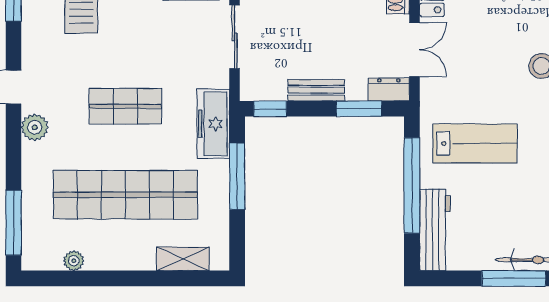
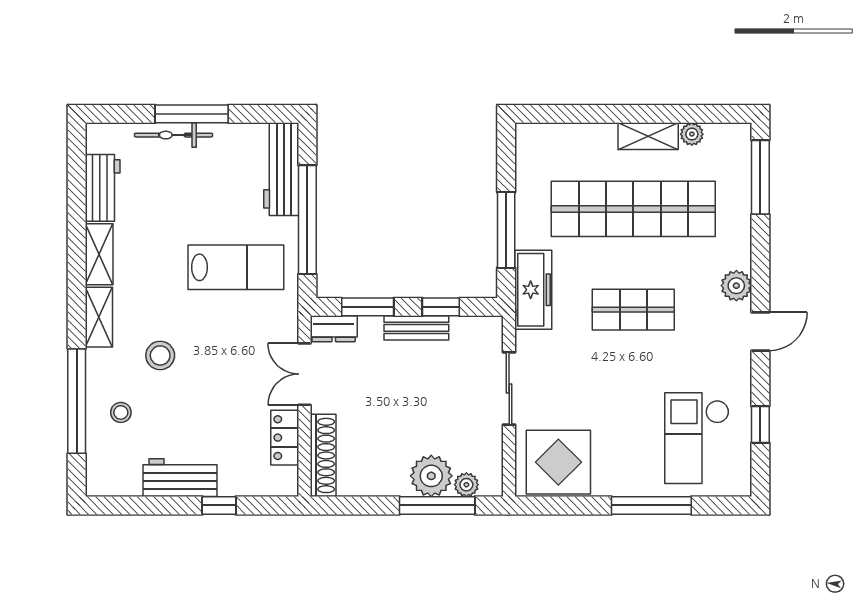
window: (270, 109) -> (441, 307), moved
lab bench: (475, 143) -> (236, 267), turned 180
shelving: (183, 259) -> (648, 136), moved

